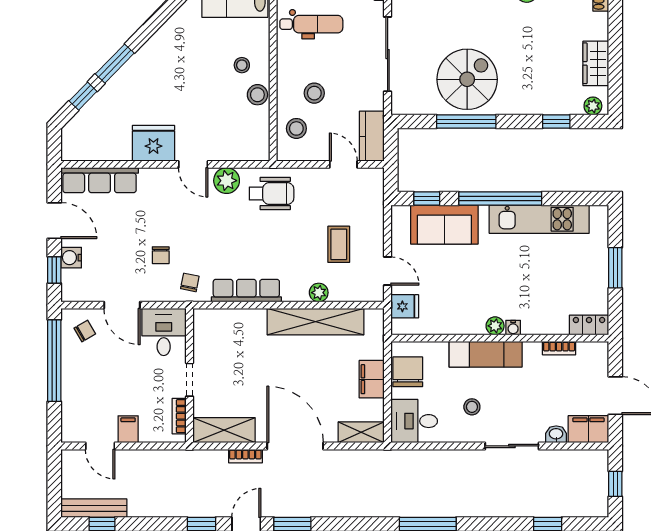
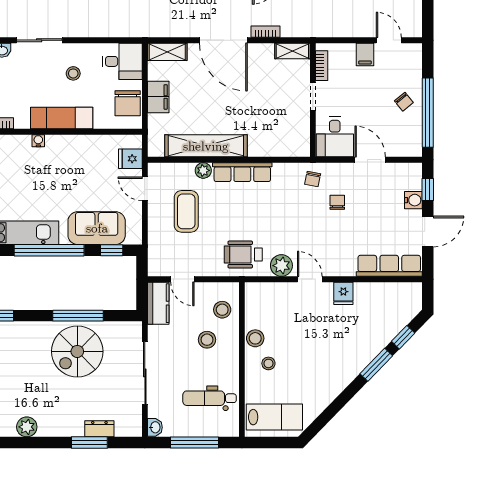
fridge: (153, 143) -> (343, 293), width x0.53, depth x0.75
door: (54, 221) -> (428, 232), swing flipped
coffee table: (339, 244) -> (186, 211), width x1.36, depth x1.30
row of seats: (246, 291) -> (242, 172), moved
plant: (495, 326) -> (54, 142), removed
chair: (85, 331) -> (404, 102), moved, turned -99
shelving: (224, 430) -> (292, 51), width x0.67, depth x0.75

